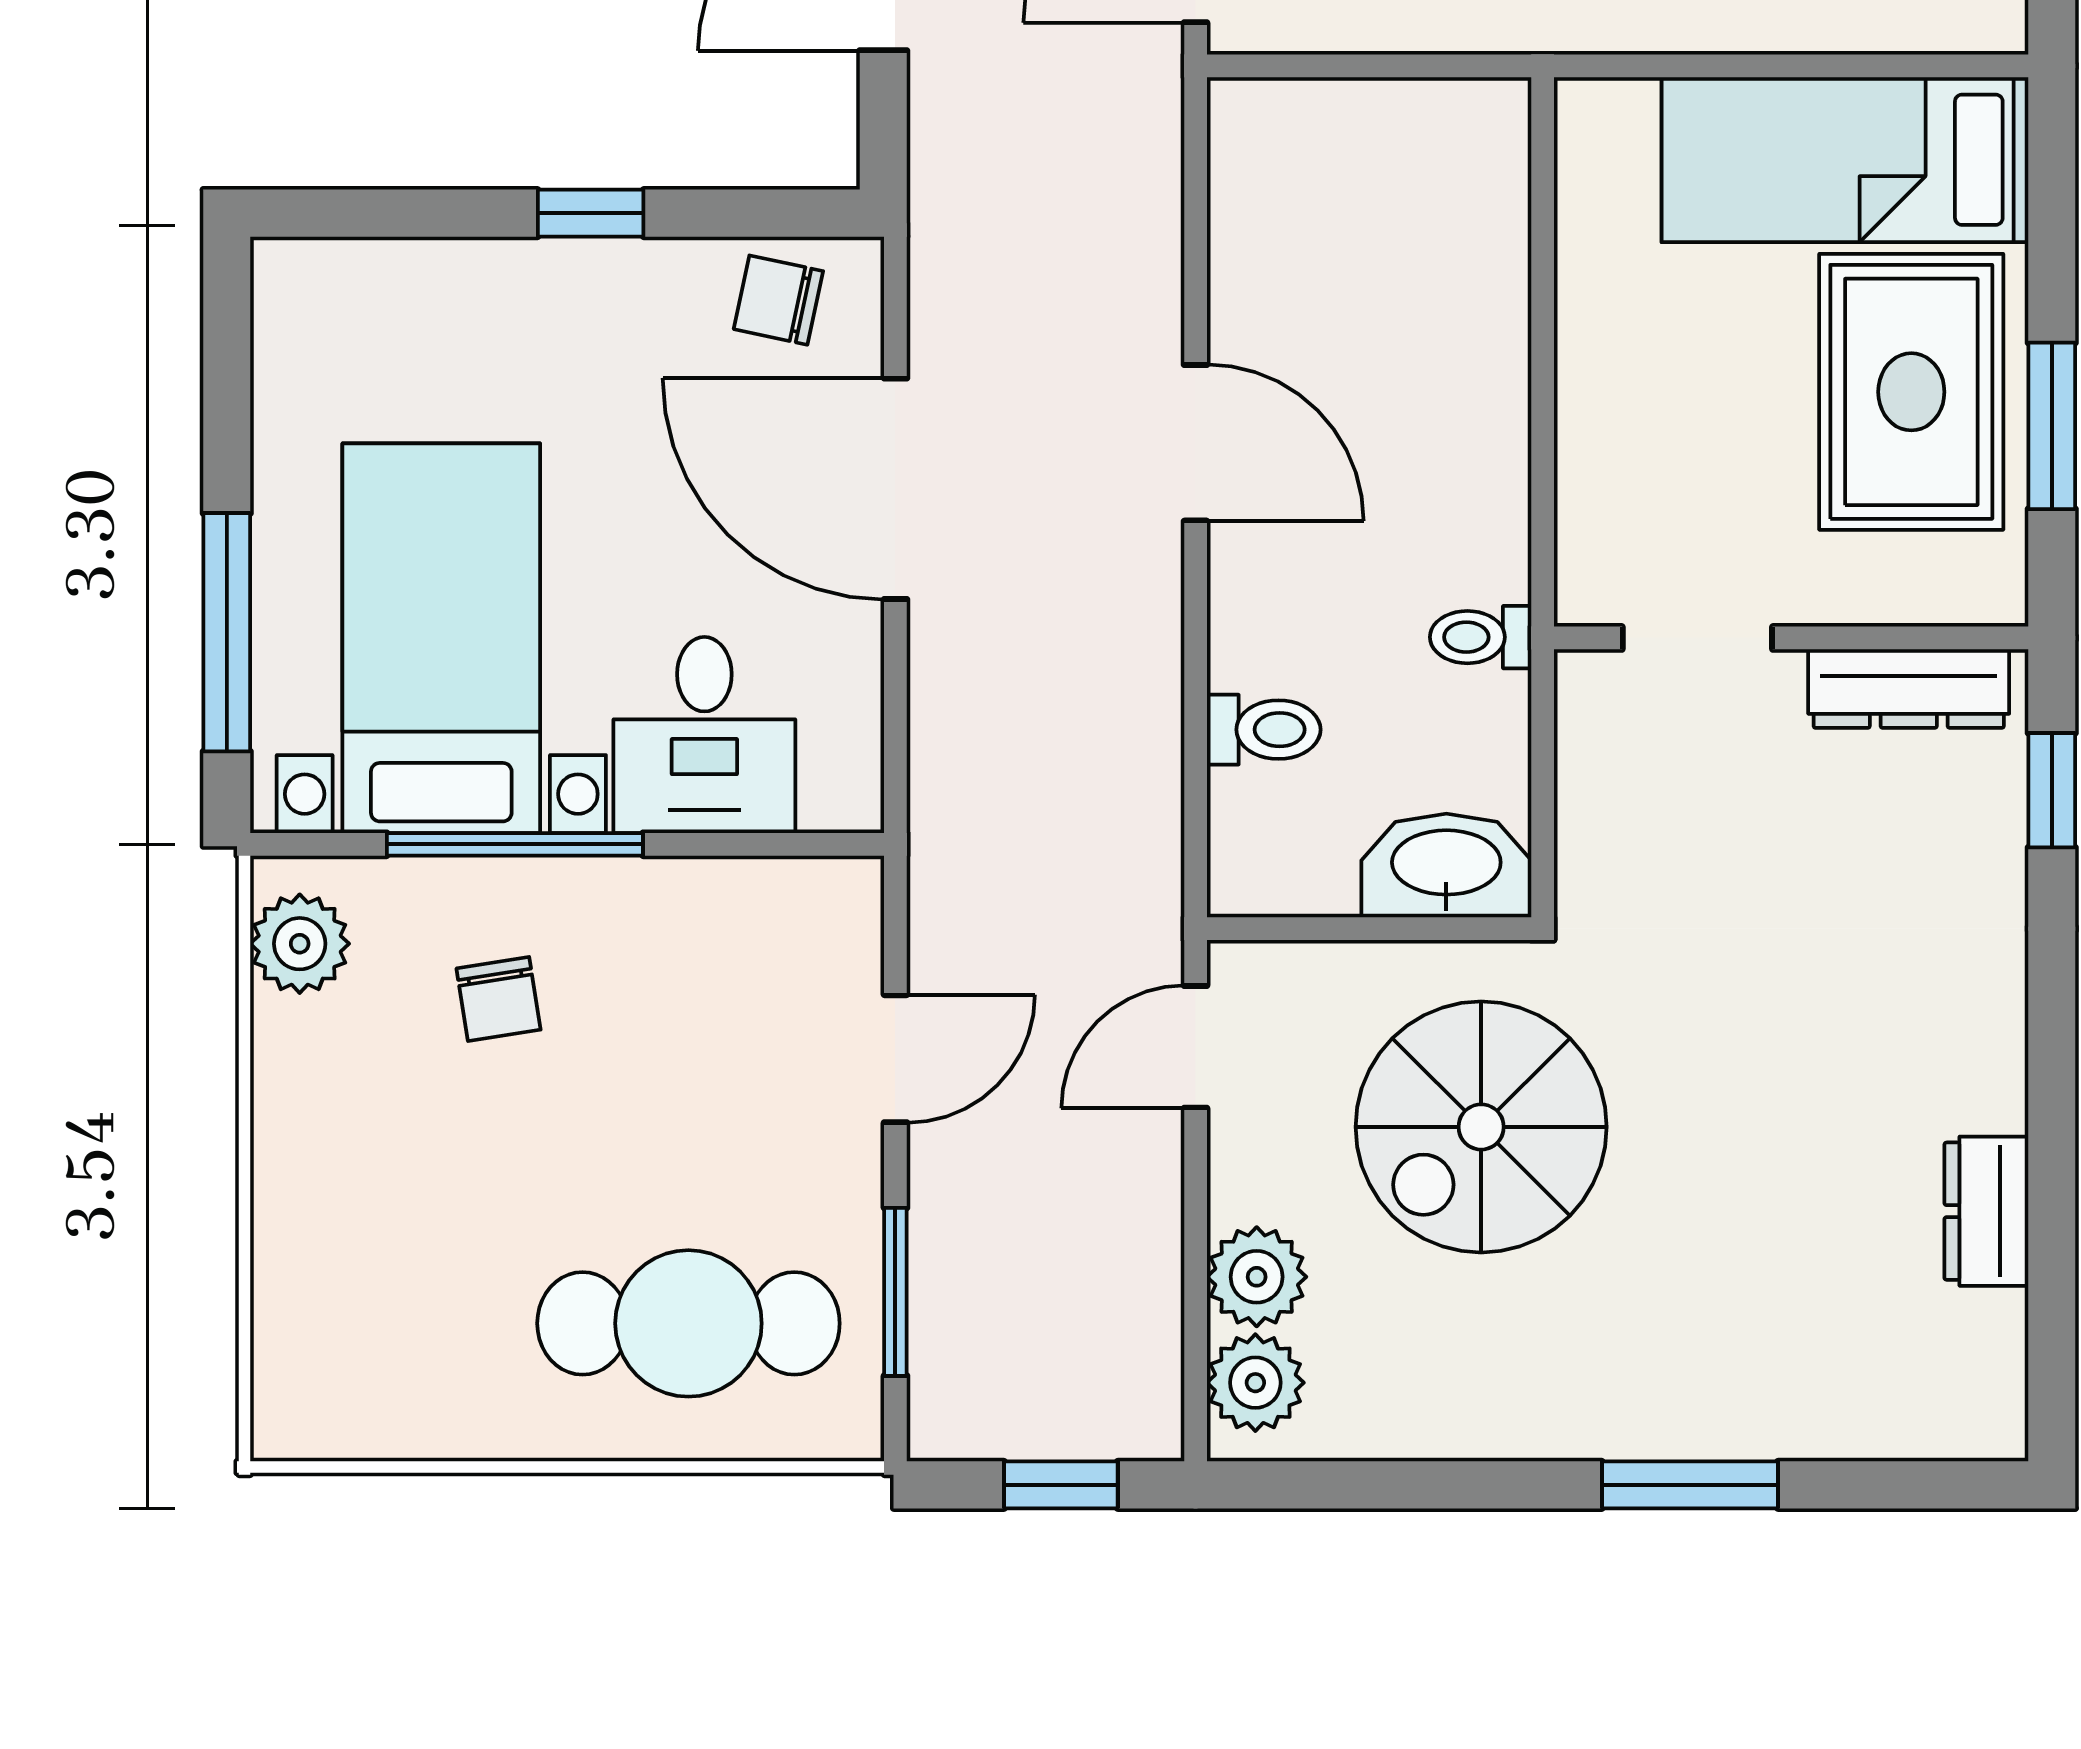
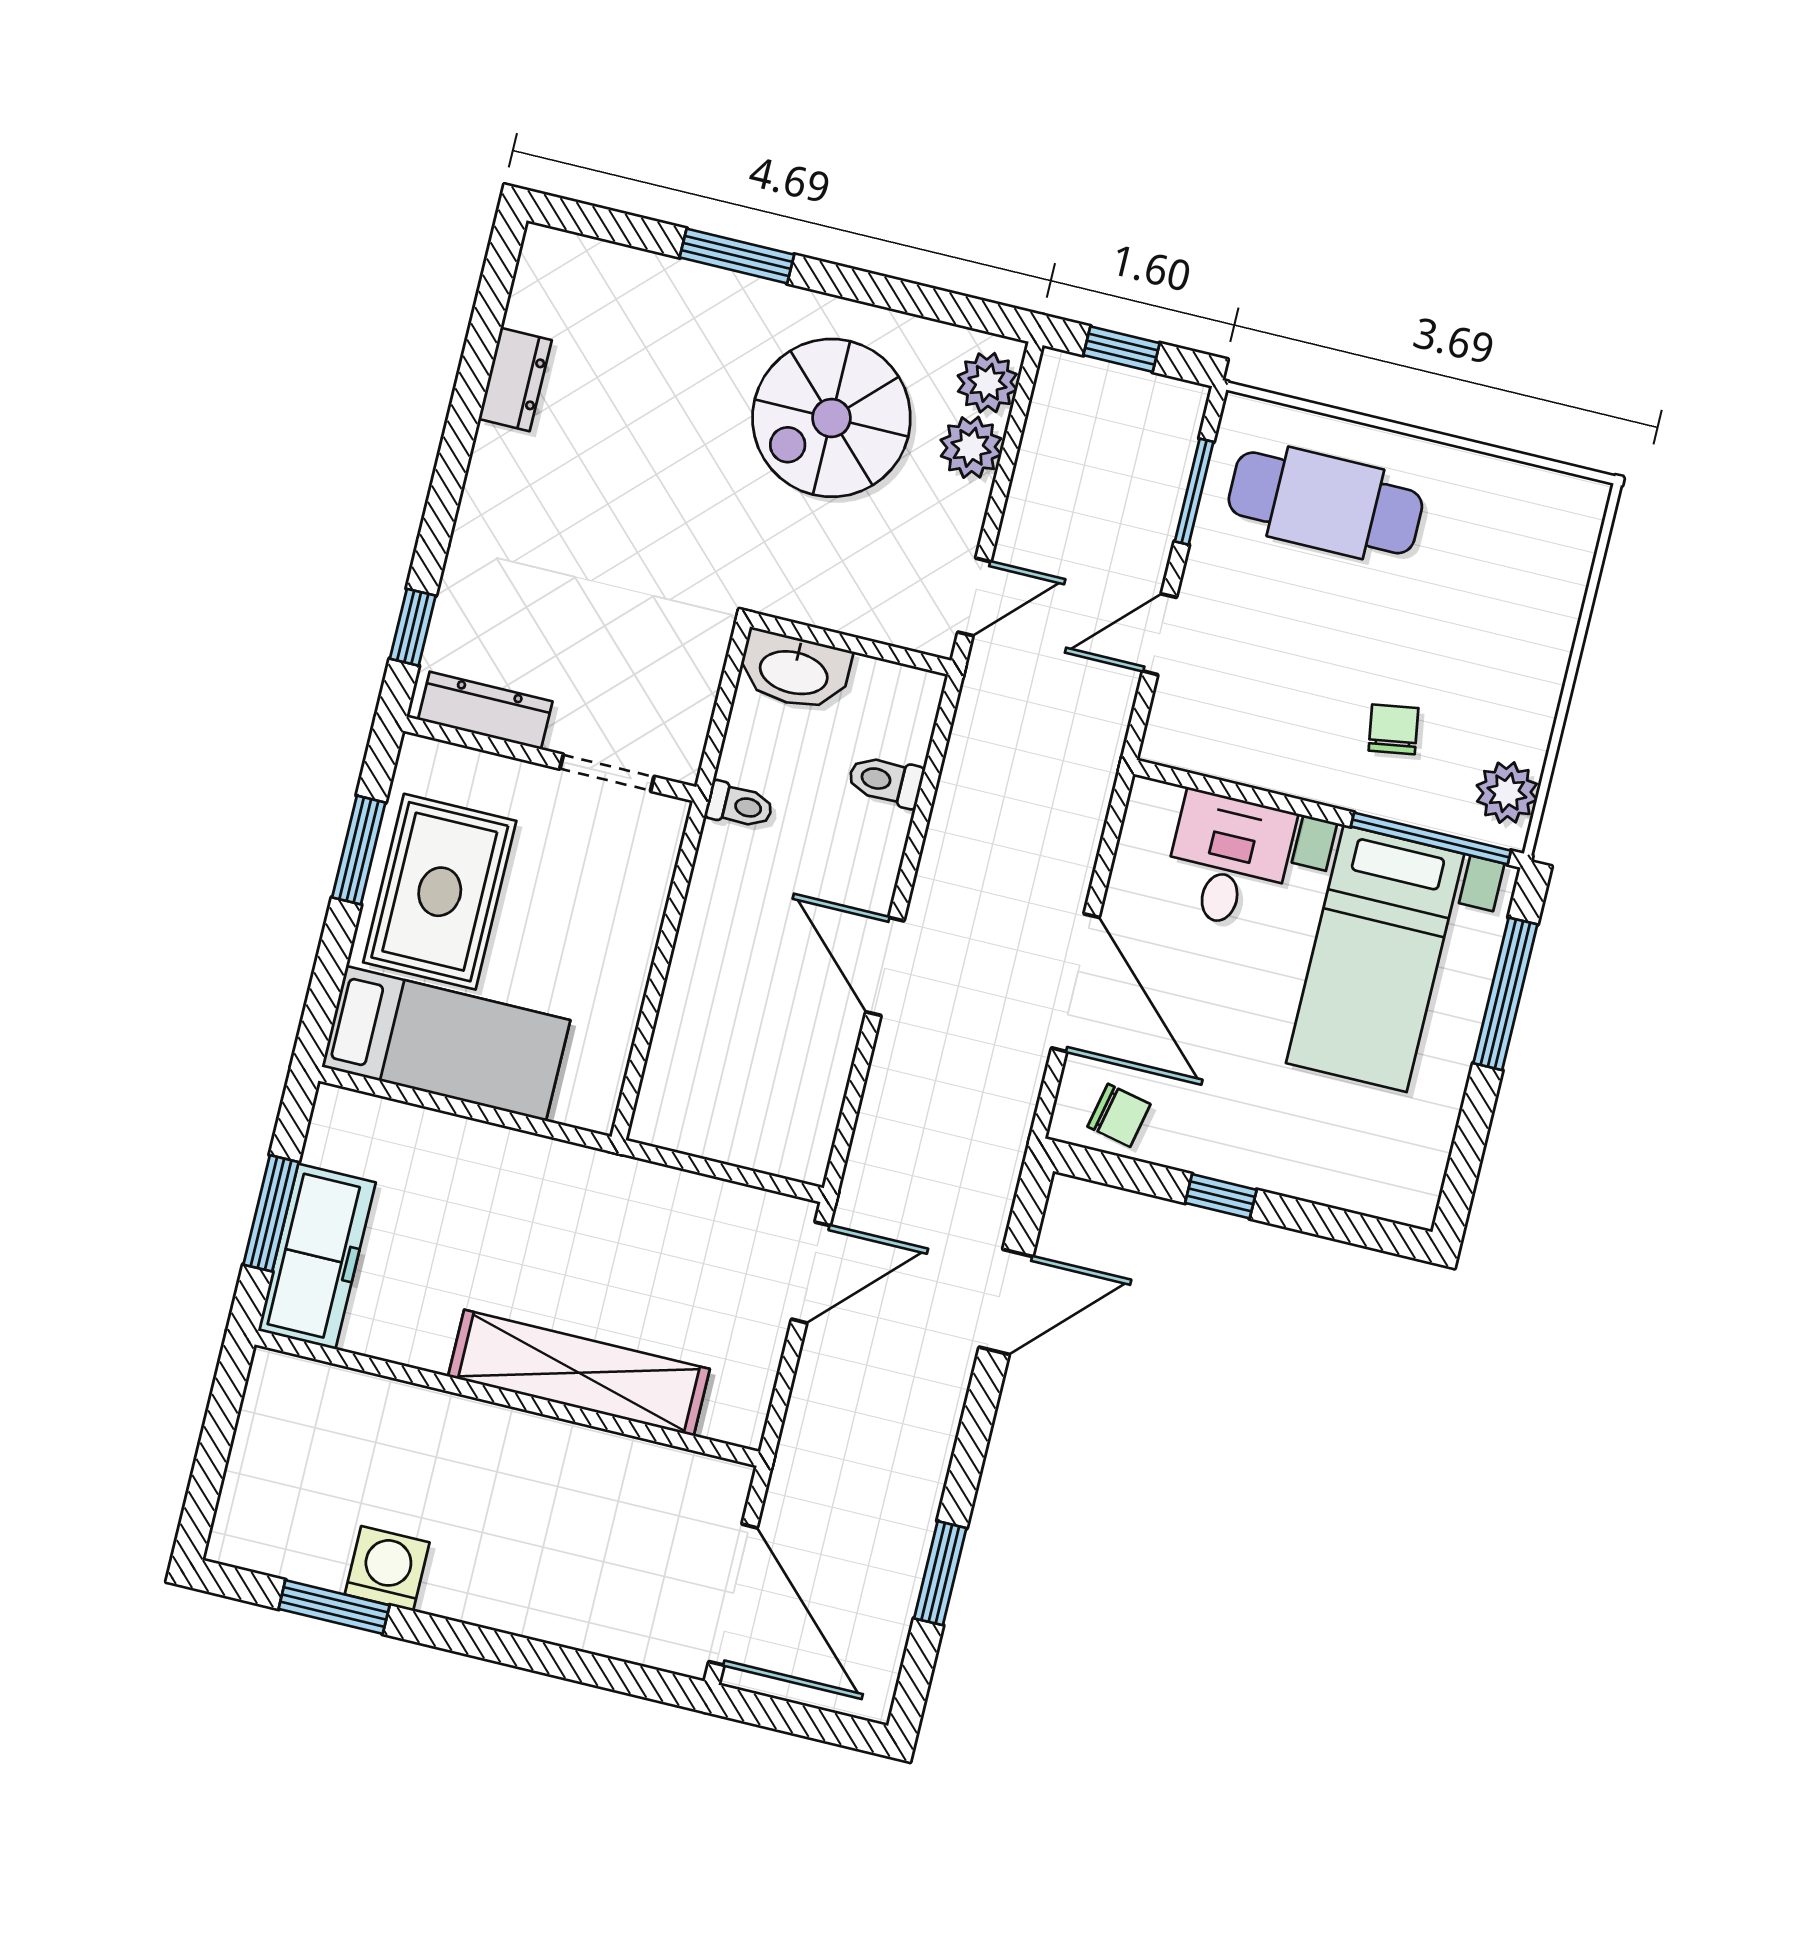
window: (515, 844) -> (1431, 839), moved
spiral stairs: (1481, 1127) -> (831, 418), moved, turned 180

